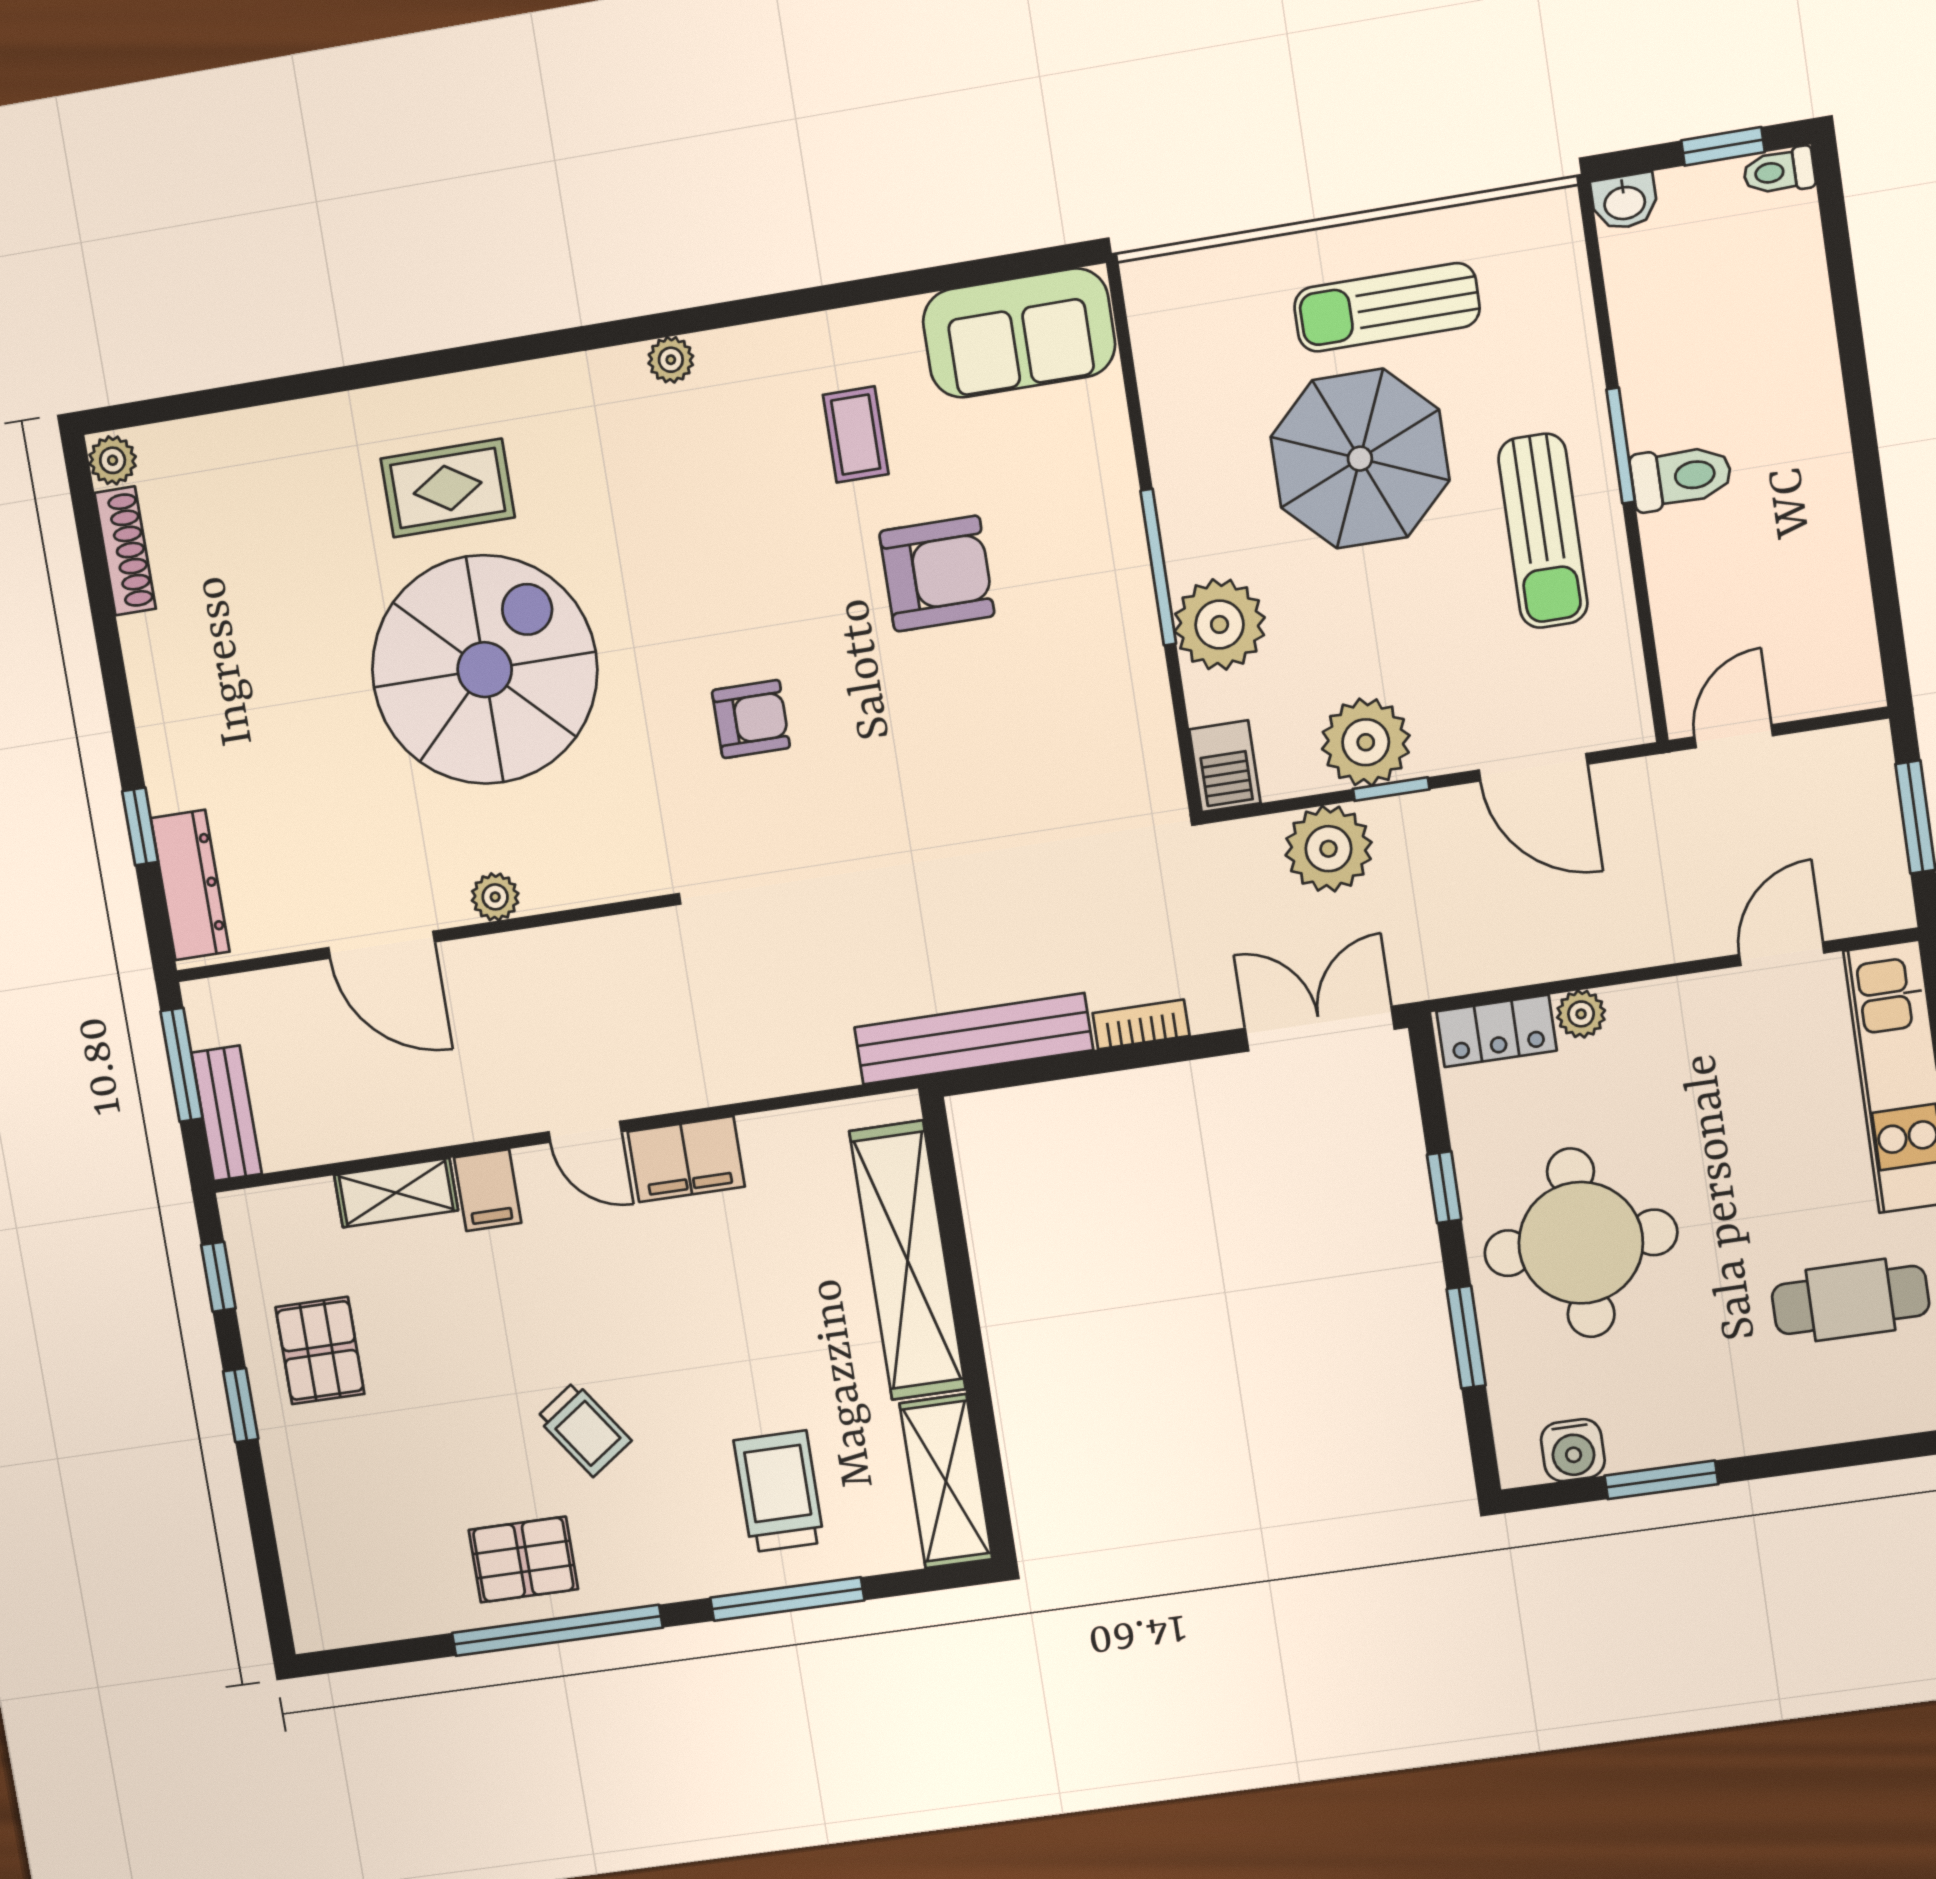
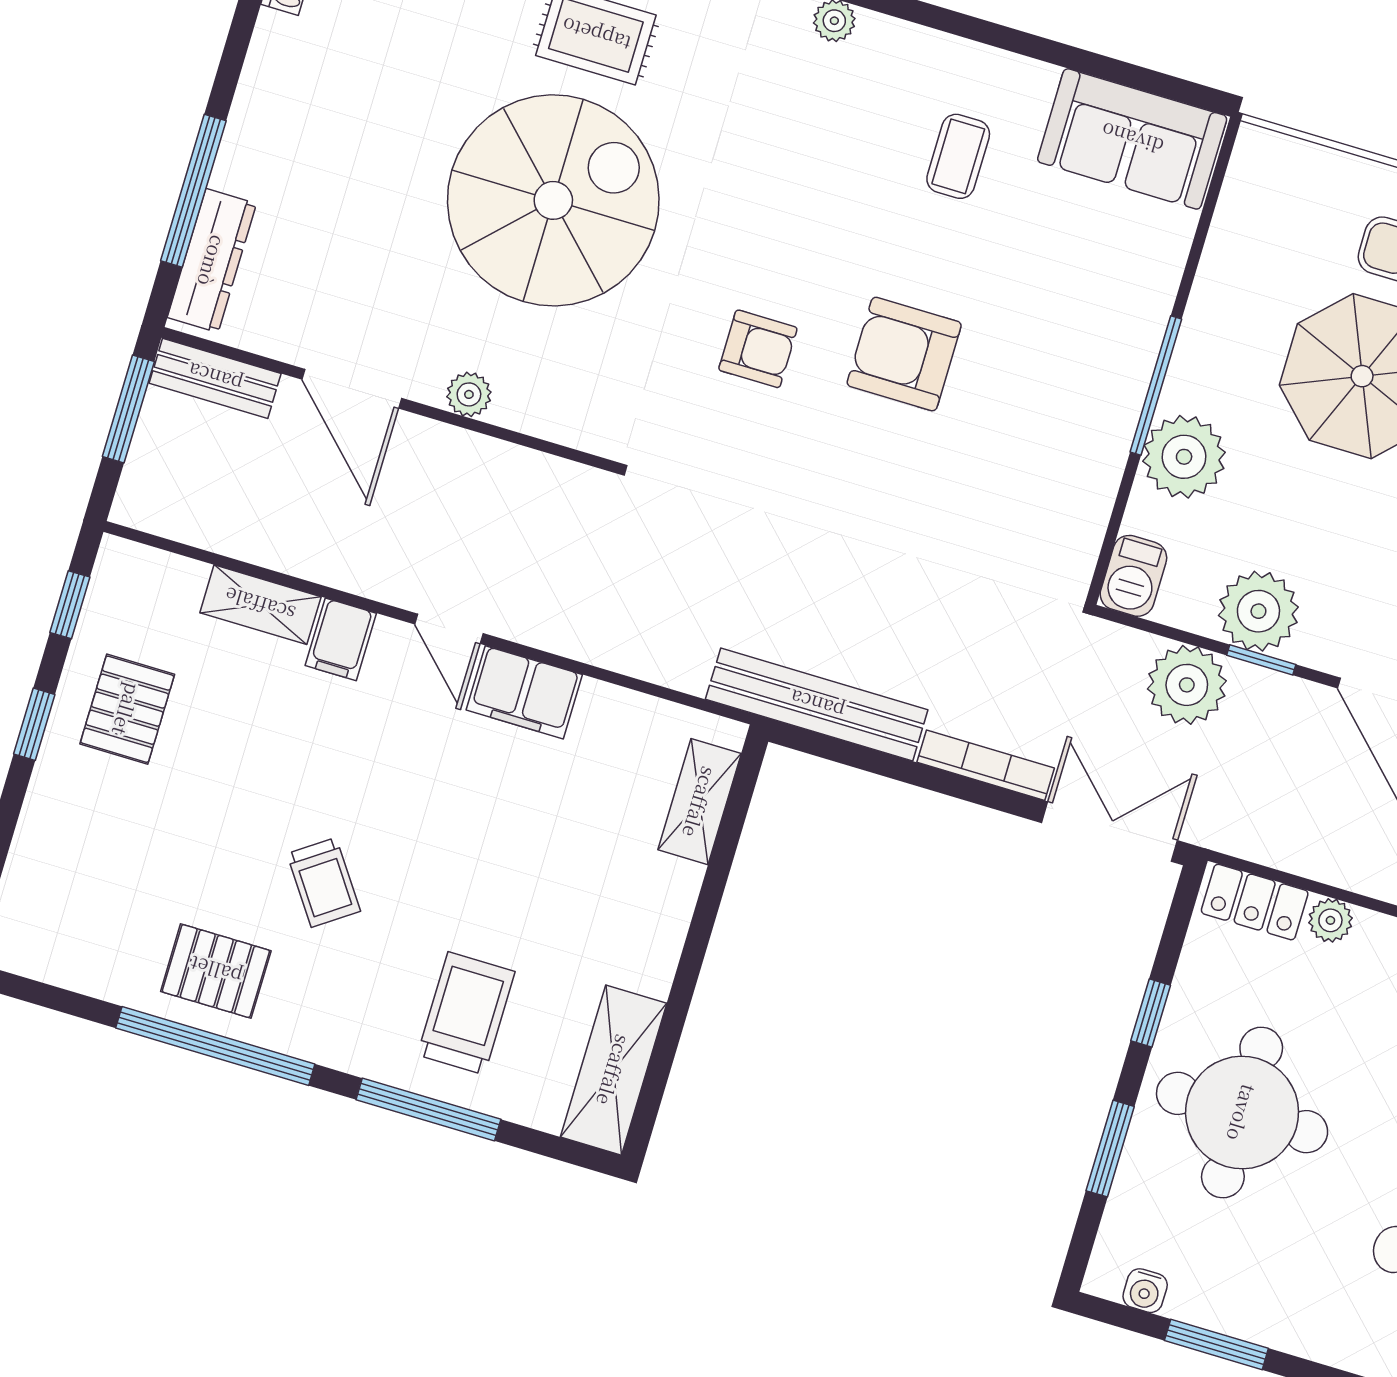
armchair: (937, 574) -> (904, 354), moved, turned 180
window: (140, 826) -> (193, 191), width x2.17
bookcase: (1141, 1024) -> (986, 765), width x1.56
bench: (227, 1113) -> (215, 378), moved, turned 90
shelving: (907, 1260) -> (700, 802), width x0.45, depth x0.75
water cooler: (1573, 1450) -> (1145, 1291), width x0.72, depth x0.72

